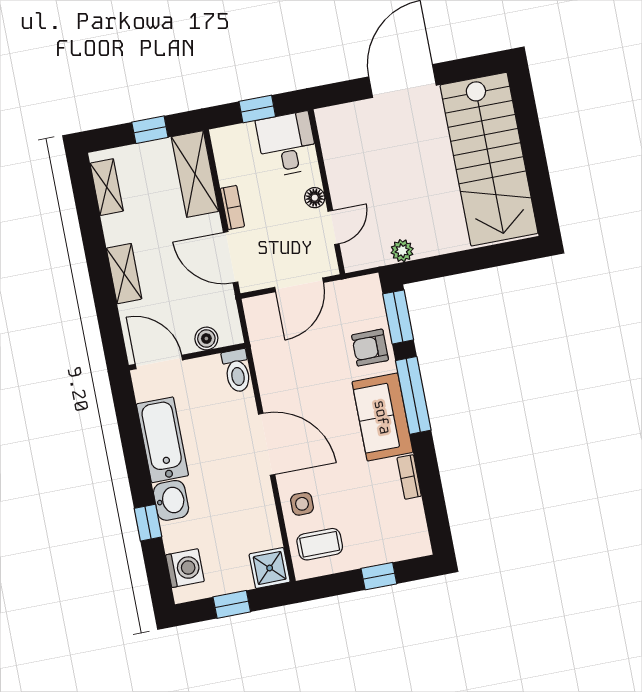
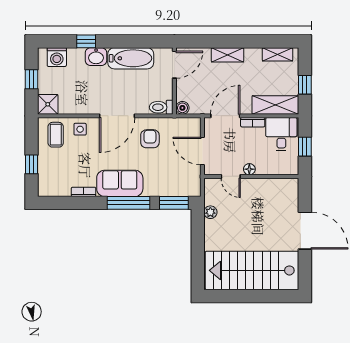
desk: (287, 144) -> (281, 134), moved, turned -90
boiler: (206, 339) -> (182, 108), moved
armchair: (370, 348) -> (150, 139), moved

